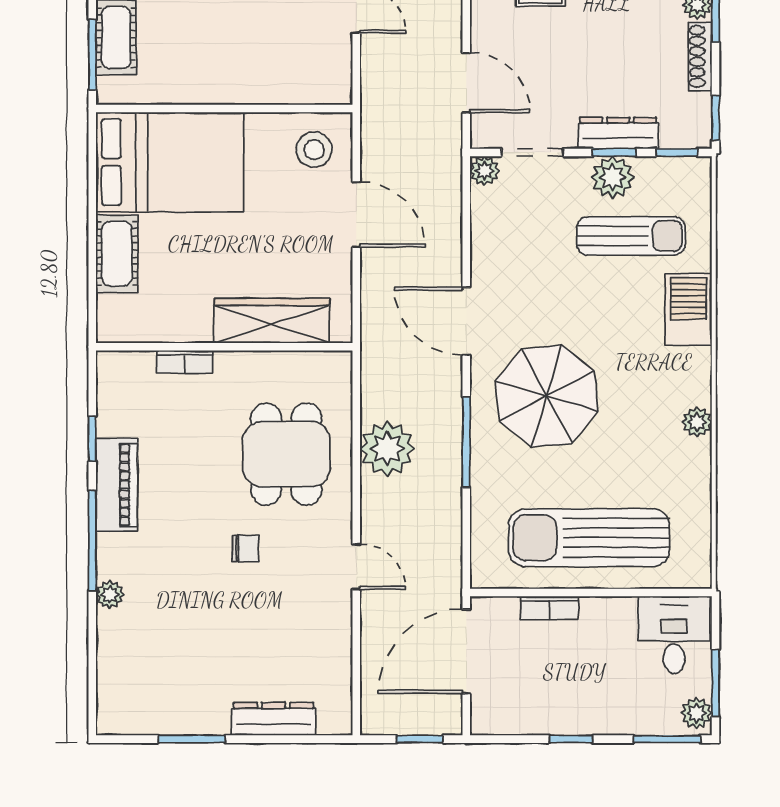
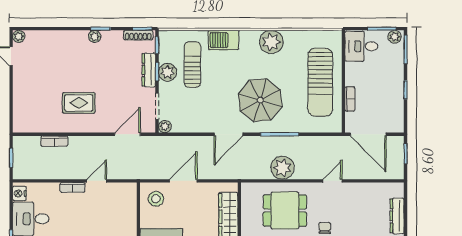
shoe rack: (700, 57) -> (138, 35), moved
plant: (697, 422) -> (271, 42), width x1.87, depth x1.87

